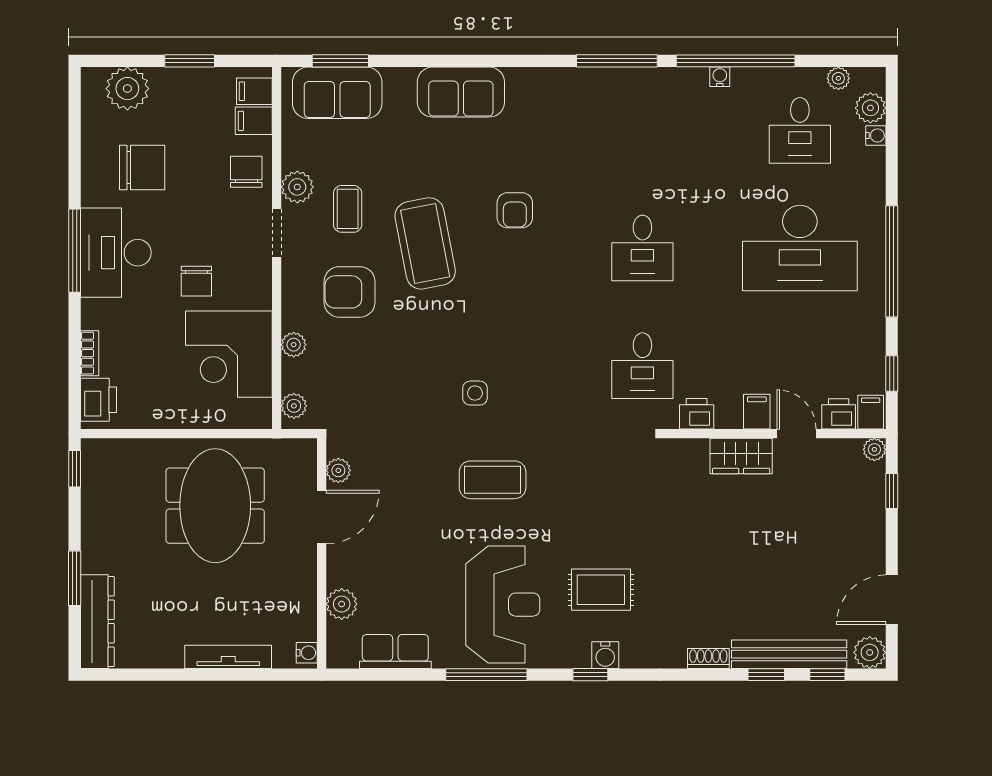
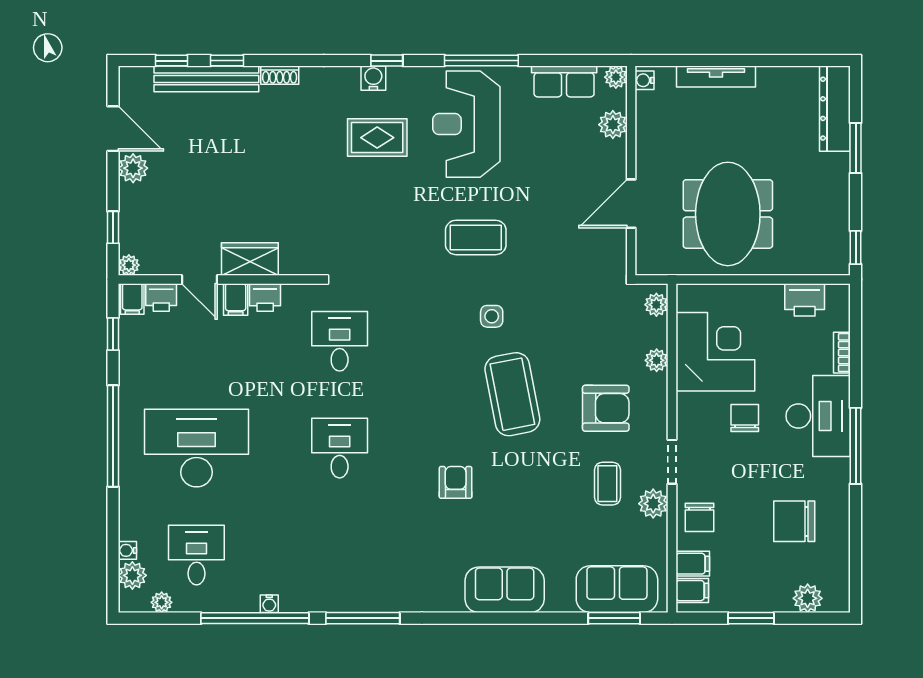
plant: (127, 89) -> (808, 598), width x0.73, depth x0.73
coffee table: (425, 243) -> (512, 394), moved
desk: (116, 253) -> (818, 416), moved
printer: (99, 400) -> (805, 300), moved, turned -90
printer: (697, 414) -> (265, 297), moved
plant: (338, 470) -> (616, 77), moved
door: (892, 600) -> (113, 129), hinge flipped
plant: (870, 652) -> (133, 168), moved

